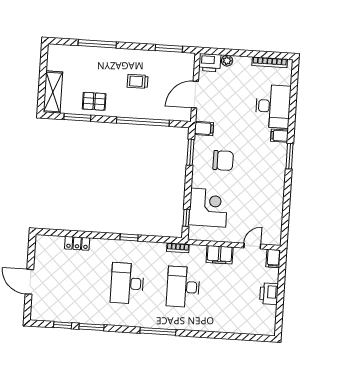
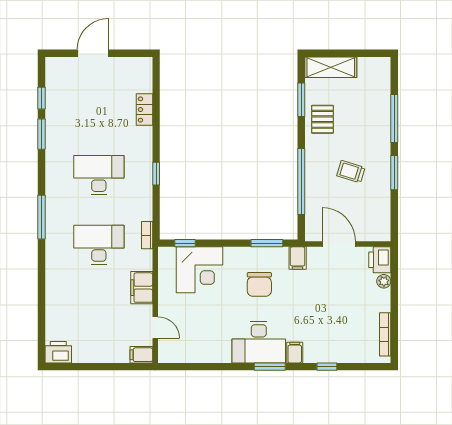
window: (169, 48) -> (394, 173), moved
trolley: (138, 81) -> (351, 172), turned -73
desk: (273, 106) -> (259, 342), moved
window: (292, 111) -> (327, 367), added
printer: (269, 294) -> (58, 352), moved

